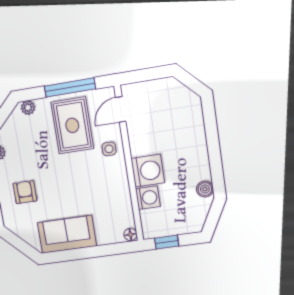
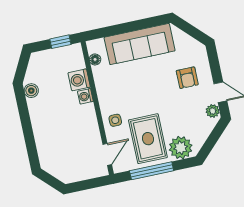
plant: (28, 108) -> (181, 148), width x1.88, depth x1.88
washing machine: (148, 171) -> (85, 96), width x0.53, depth x0.53
sofa: (67, 234) -> (140, 44), width x1.36
floor lamp: (130, 234) -> (95, 59), moved

